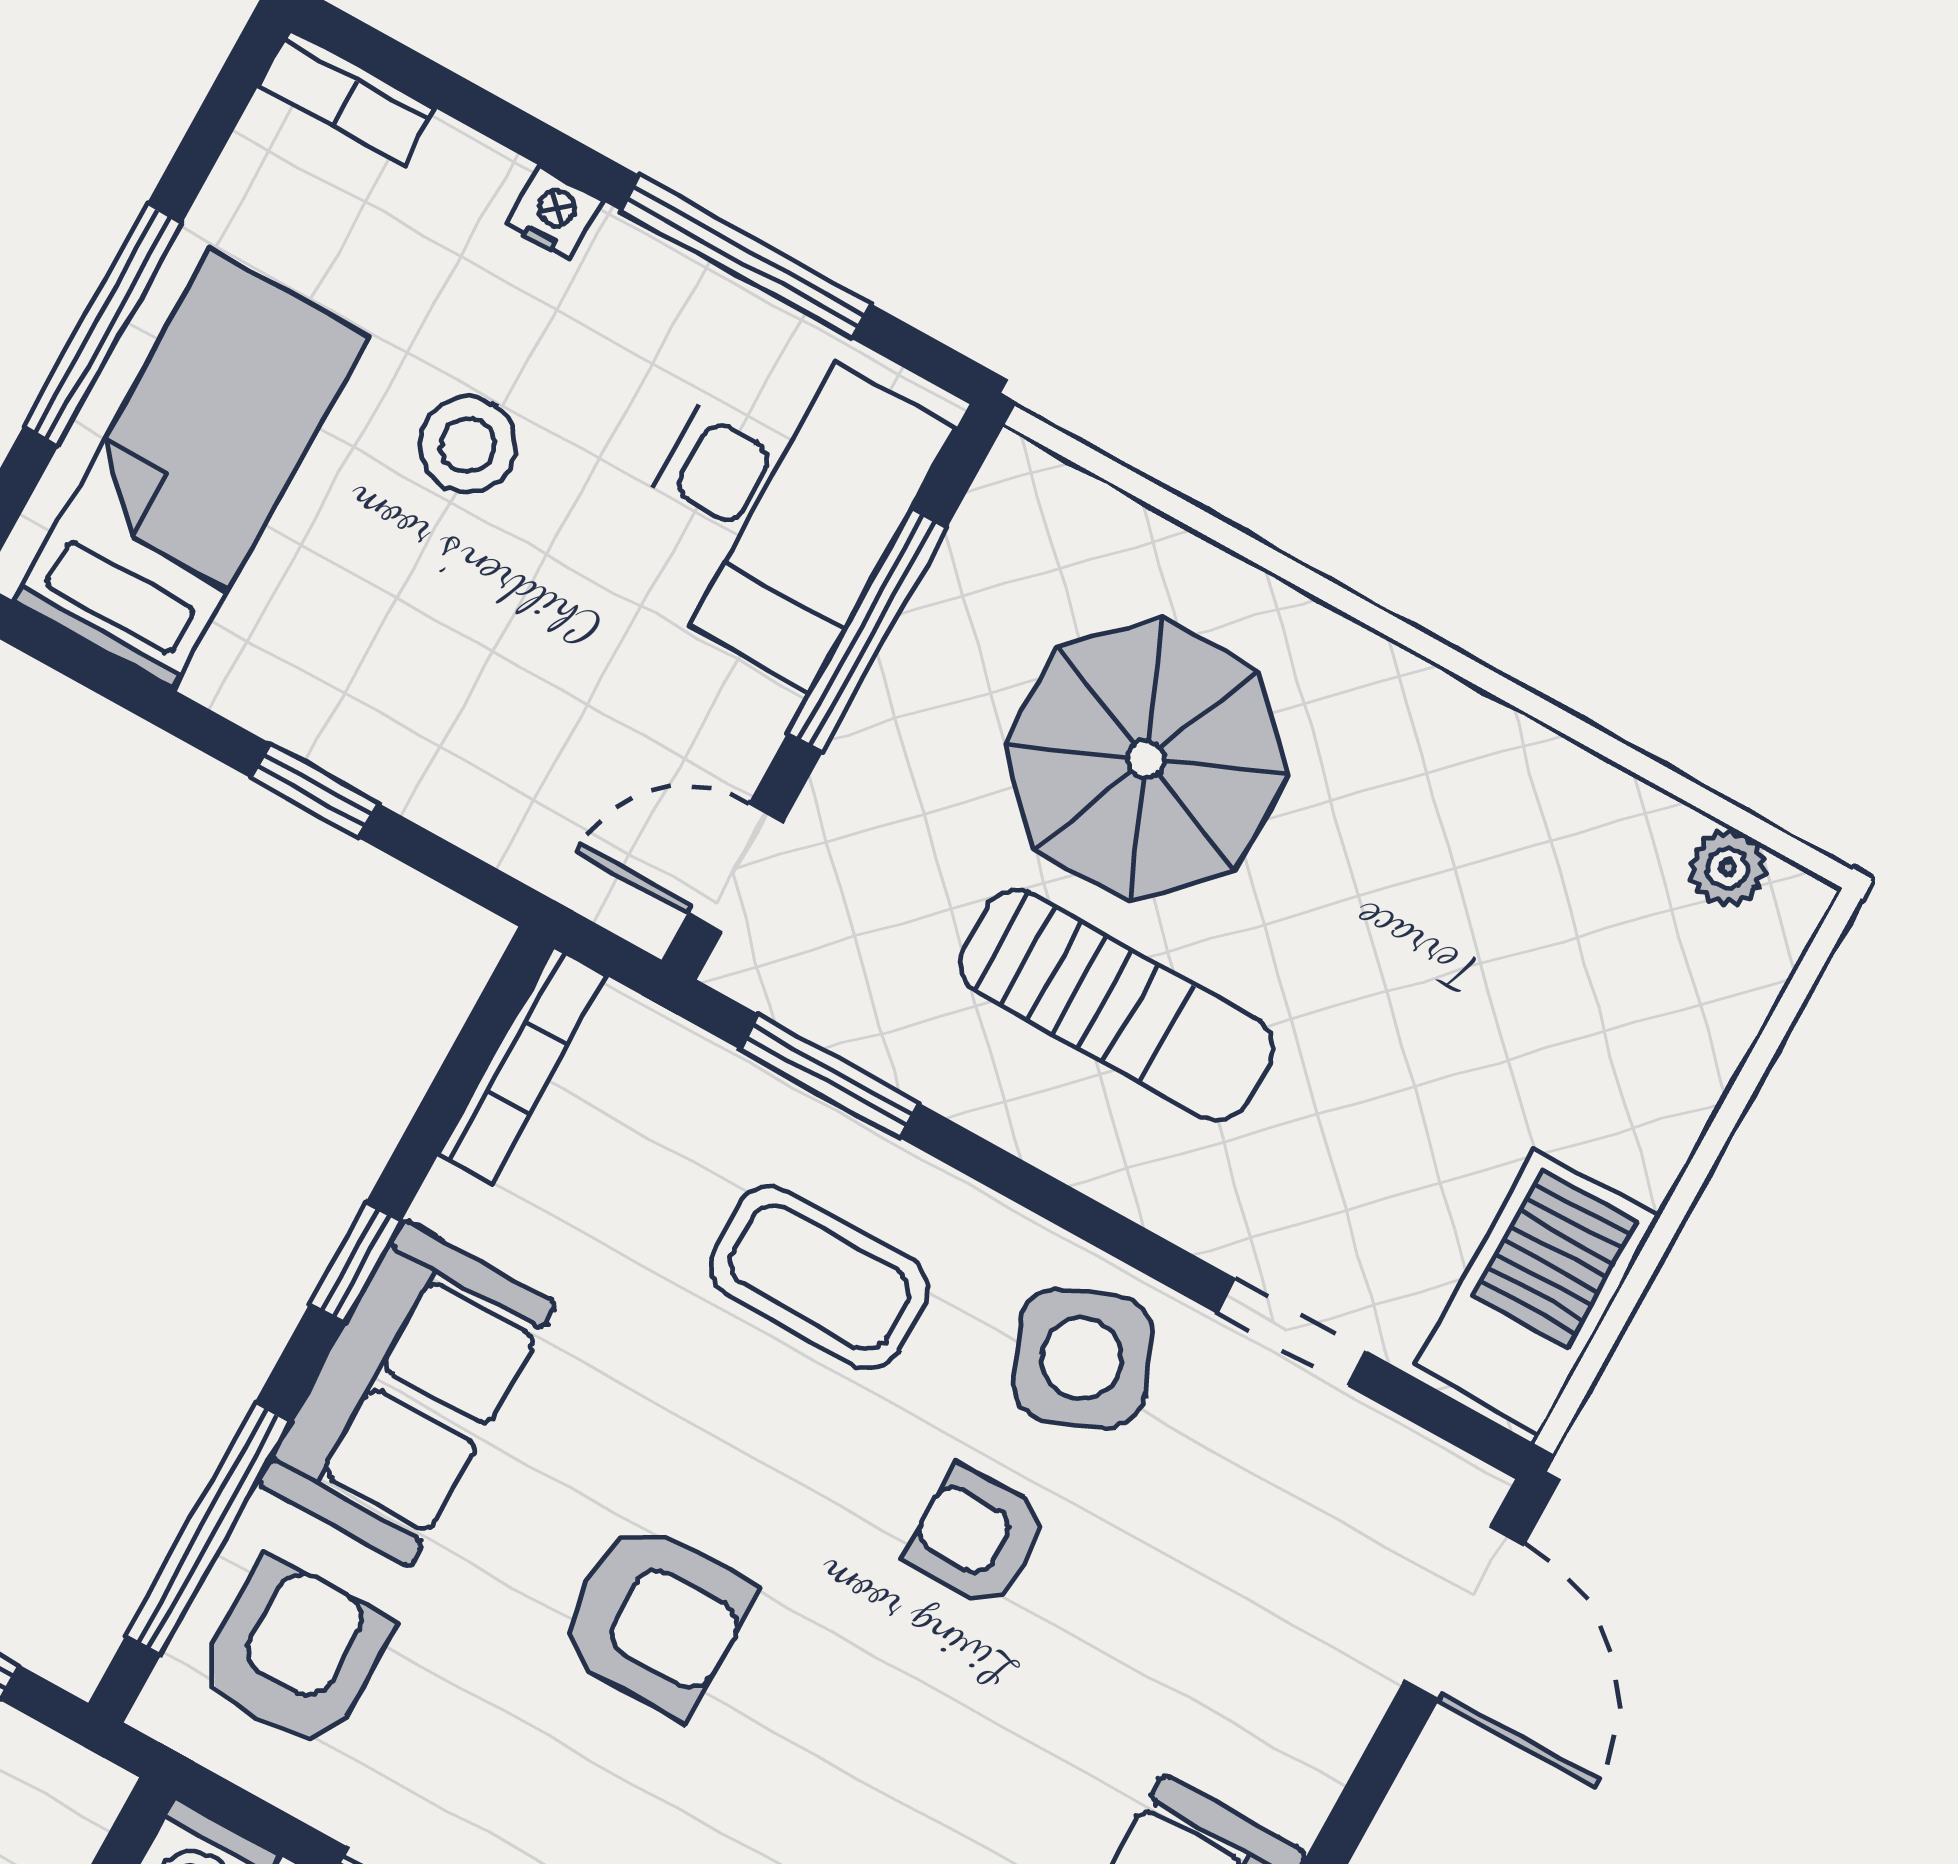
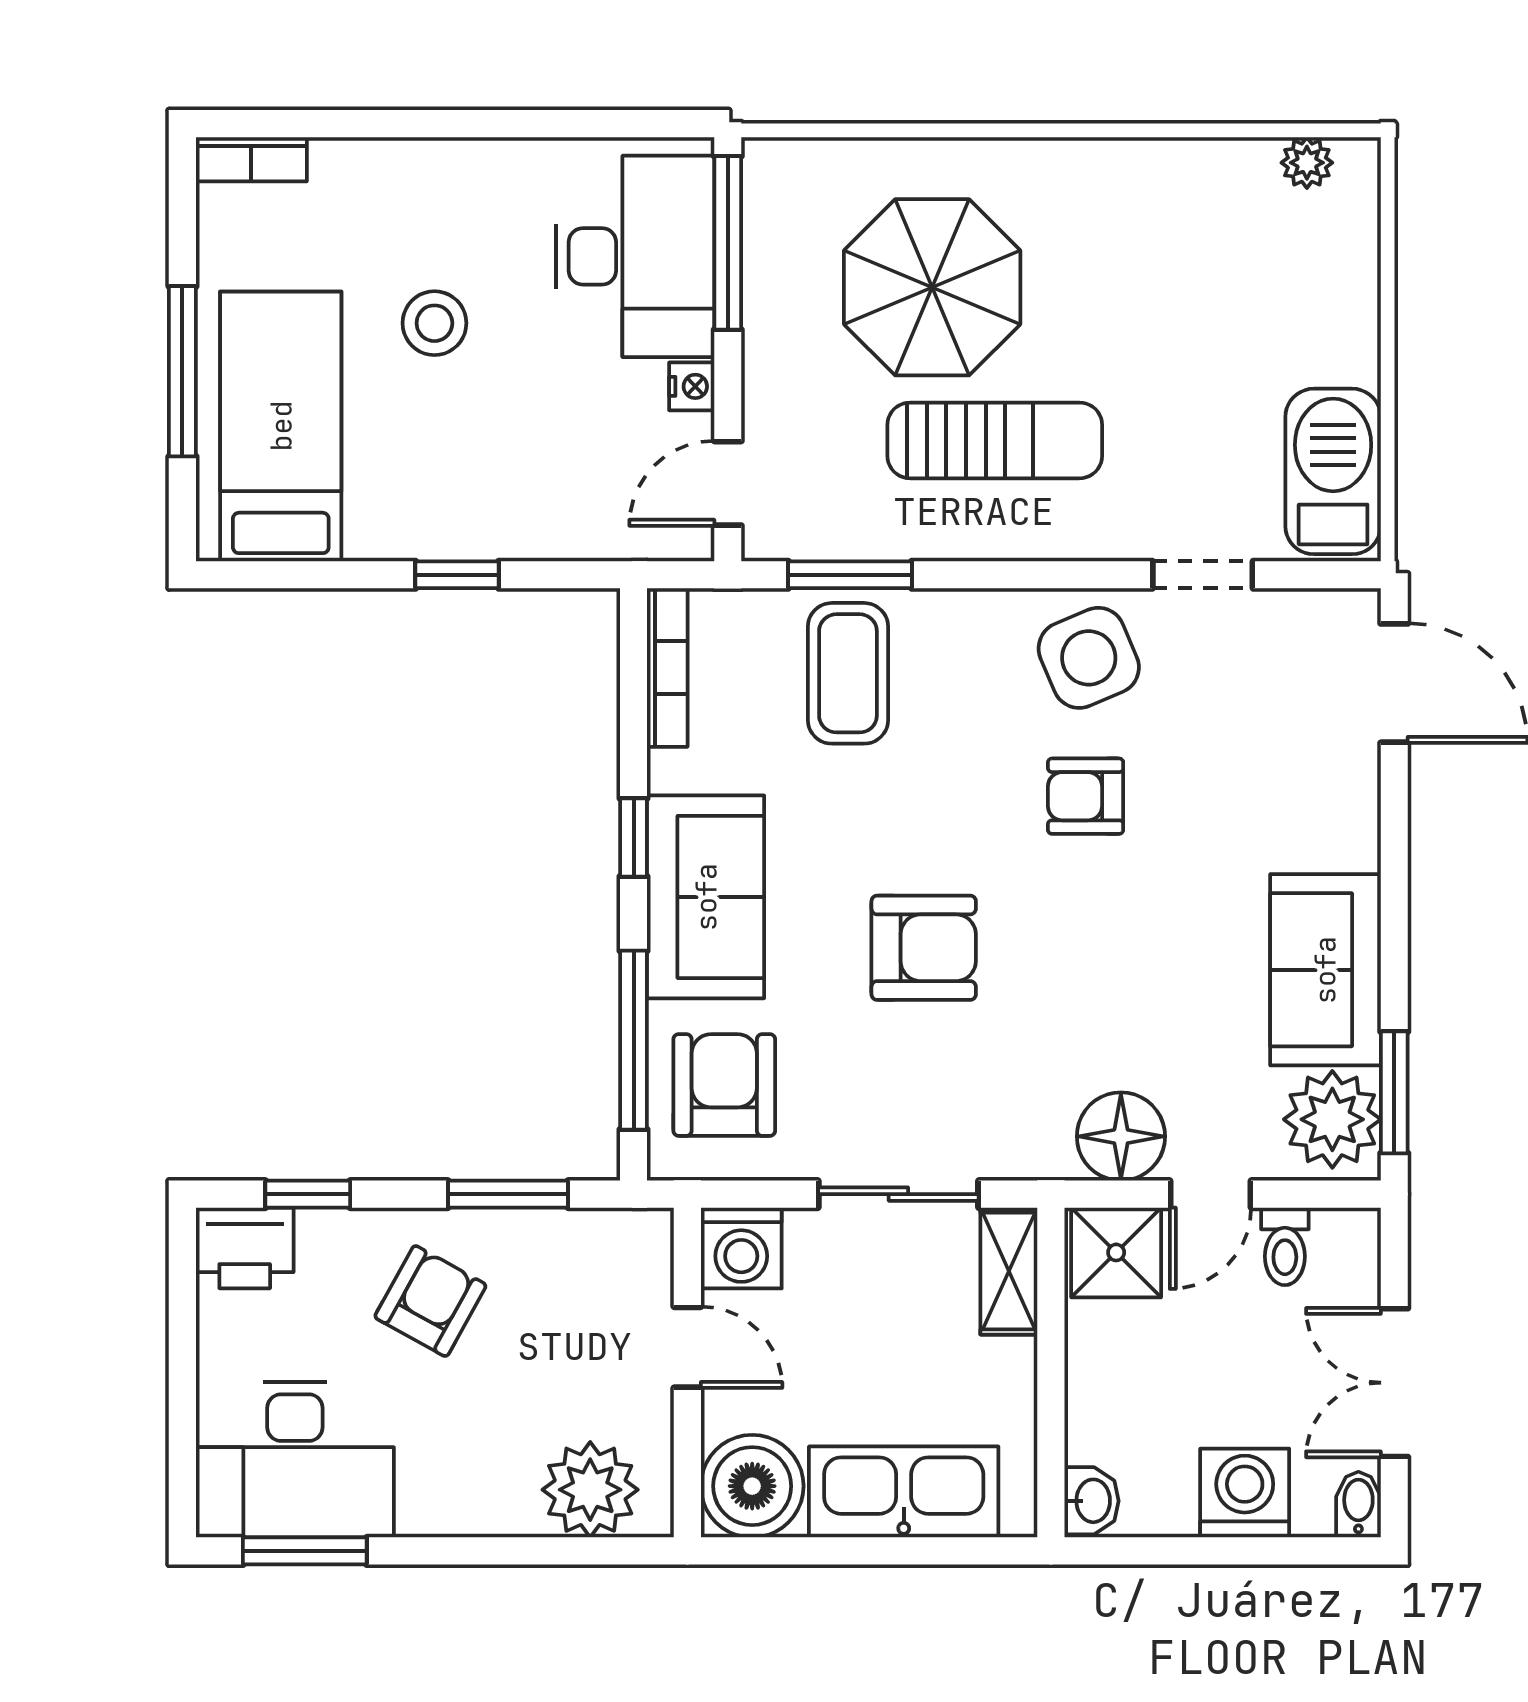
nightstand: (554, 213) -> (692, 386), moved, turned 90
window: (746, 257) -> (536, 124), removed
window: (868, 630) -> (728, 243), moved
coffee table: (820, 1277) -> (848, 673), moved, turned 90

